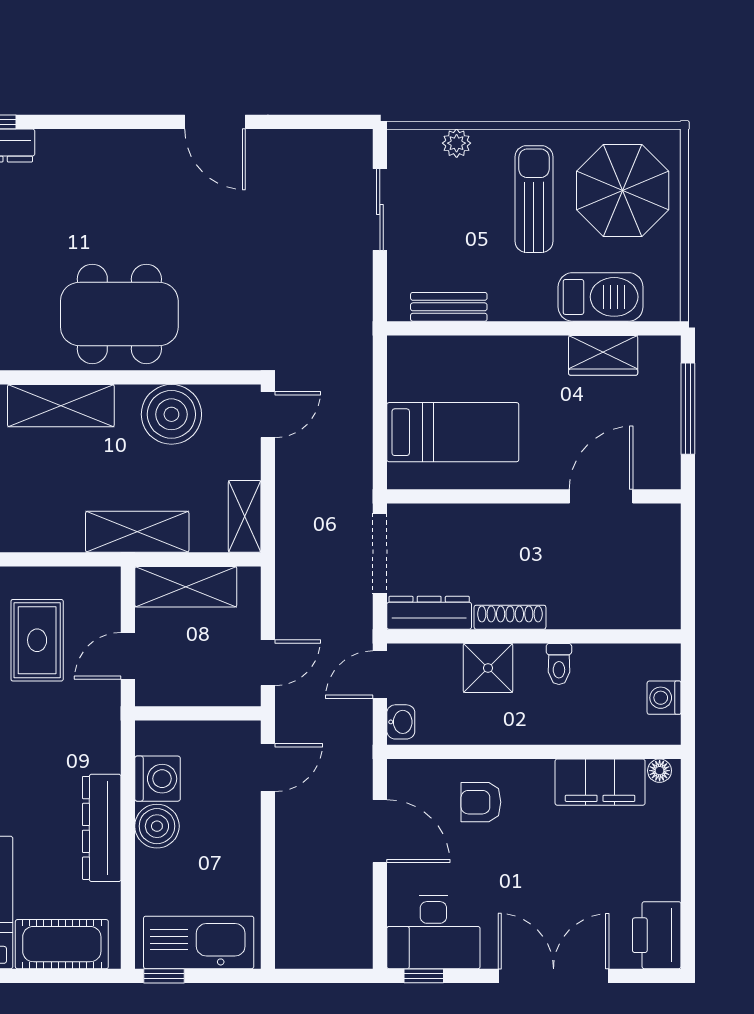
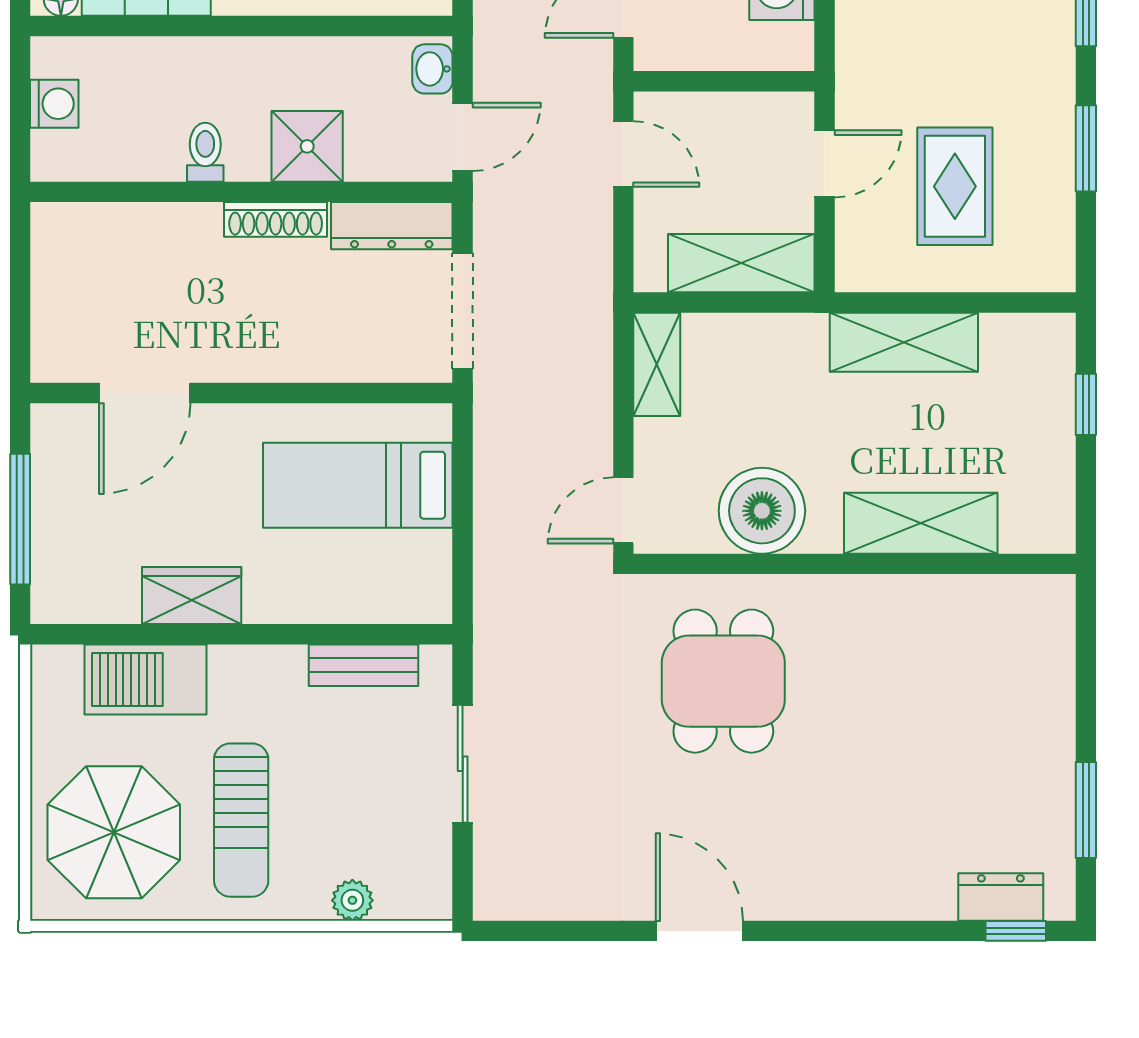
sliding door: (380, 210) -> (463, 764), moved
dining table: (119, 314) -> (723, 681), moved, width x0.73
wardrobe: (603, 355) -> (192, 596), moved
shelving: (137, 532) -> (904, 342), moved
door: (268, 663) -> (623, 154), swing flipped

